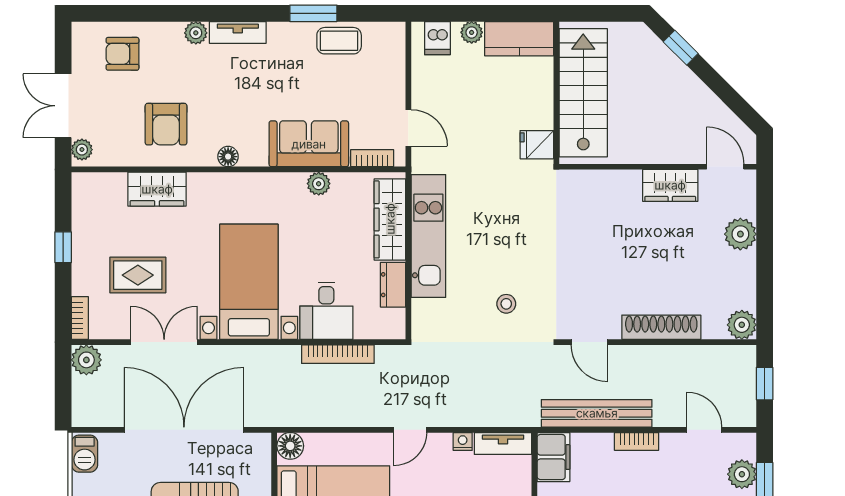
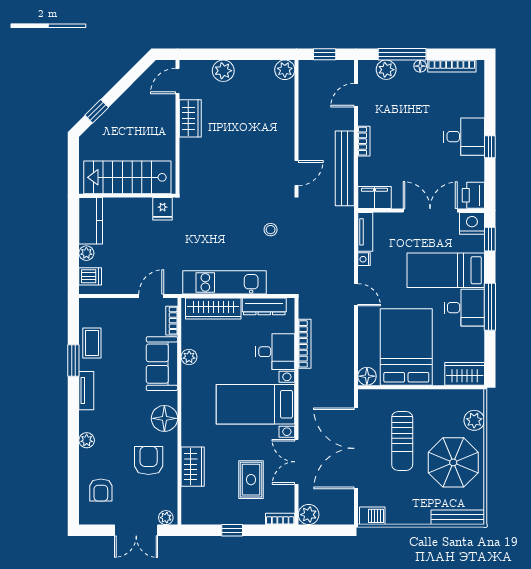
tv unit: (238, 32) -> (86, 391), moved
armchair: (166, 124) -> (149, 460), turned -90
floor lamp: (228, 157) -> (164, 418), width x1.89, depth x1.89
dresser: (393, 285) -> (264, 306), width x1.44
shoe rack: (661, 327) -> (286, 124), removed

